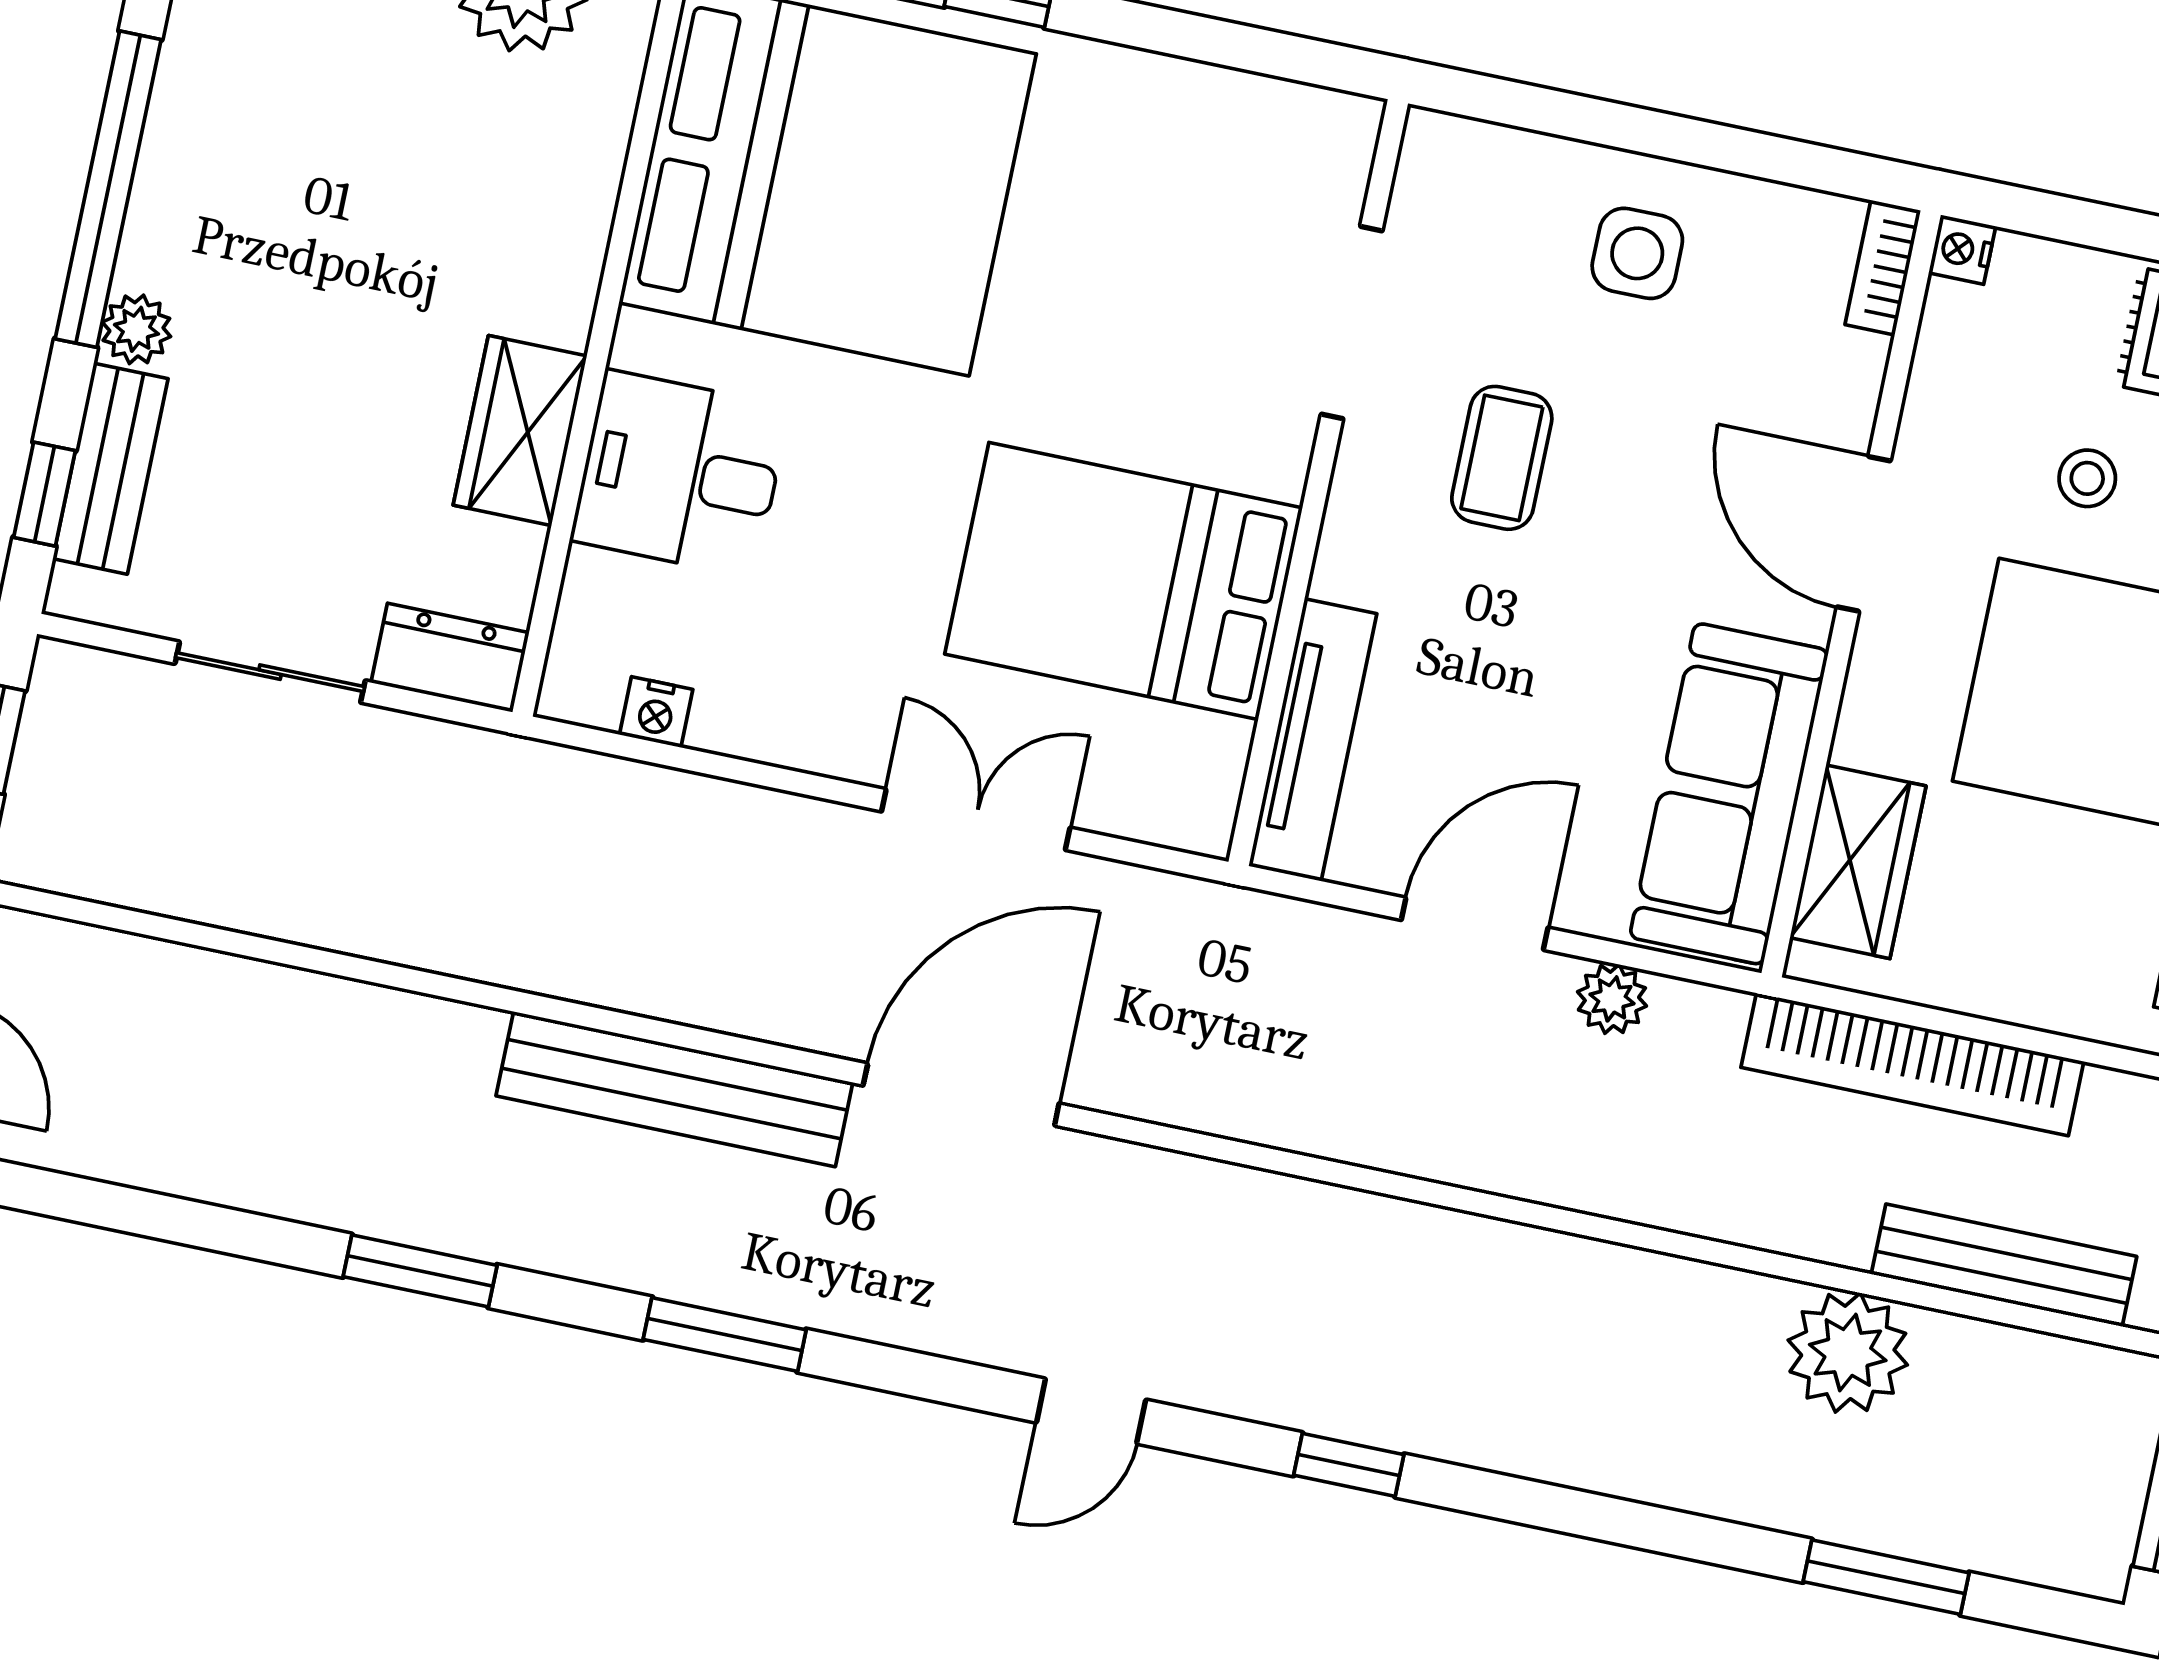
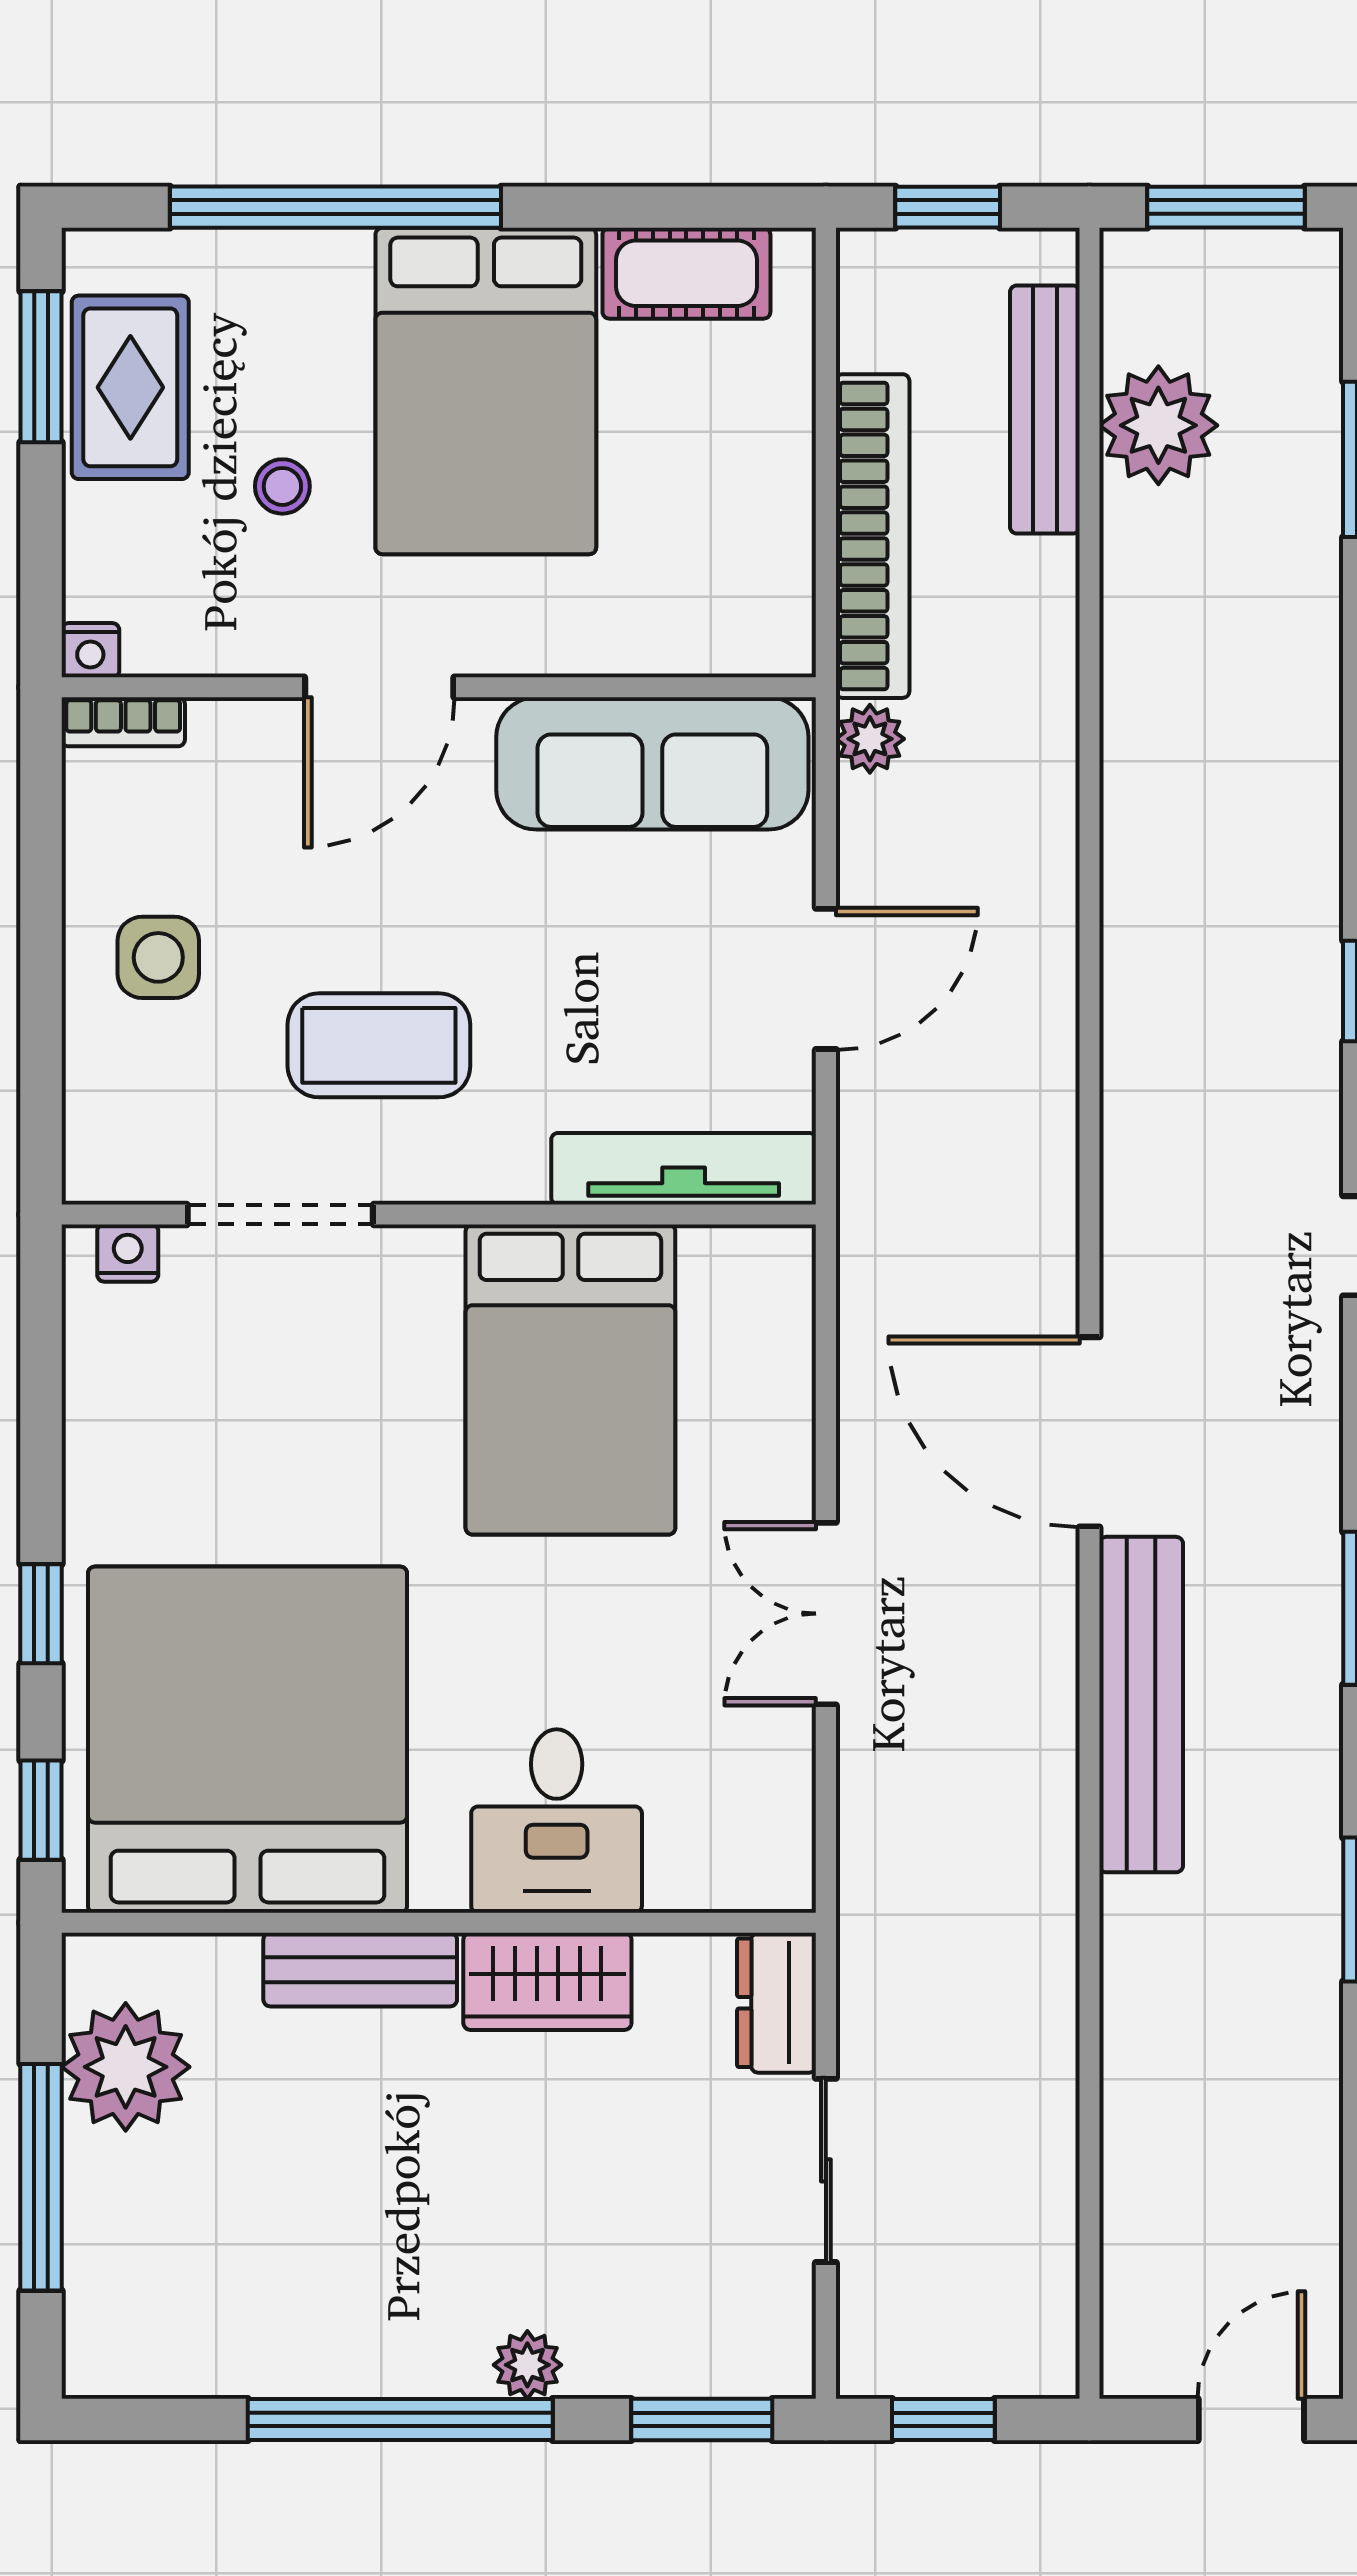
coffee table: (1502, 458) -> (379, 1045), width x1.36, depth x1.30
bench: (110, 469) -> (360, 1970), moved
window: (44, 494) -> (702, 2419), width x1.50
nightstand: (656, 712) -> (128, 1253), moved, turned -90
double door: (976, 820) -> (826, 1614), moved
wardrobe: (1858, 862) -> (691, 628), removed
door: (1475, 924) -> (826, 979), swing flipped
plant: (1612, 999) -> (870, 739), moved
plant: (1848, 1352) -> (1158, 425), moved

